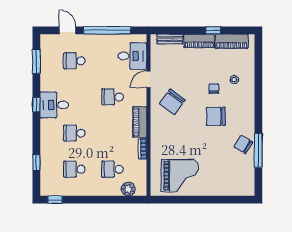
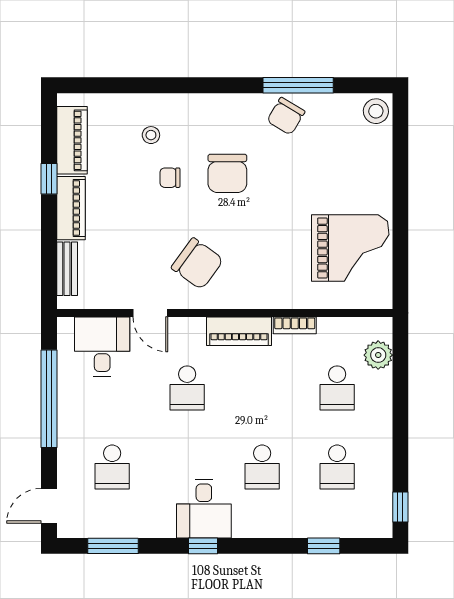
door: (67, 30) -> (49, 506), moved
grand piano: (180, 176) -> (350, 248), turned 90
stool: (246, 188) -> (376, 111), added

